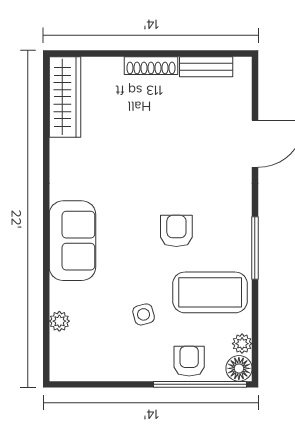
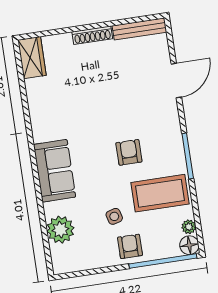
bench: (206, 67) -> (139, 29), width x1.36
wardrobe: (65, 97) -> (32, 58), width x0.67
plant: (59, 321) -> (60, 230), width x1.88, depth x1.88
armchair: (189, 361) -> (130, 246), moved

